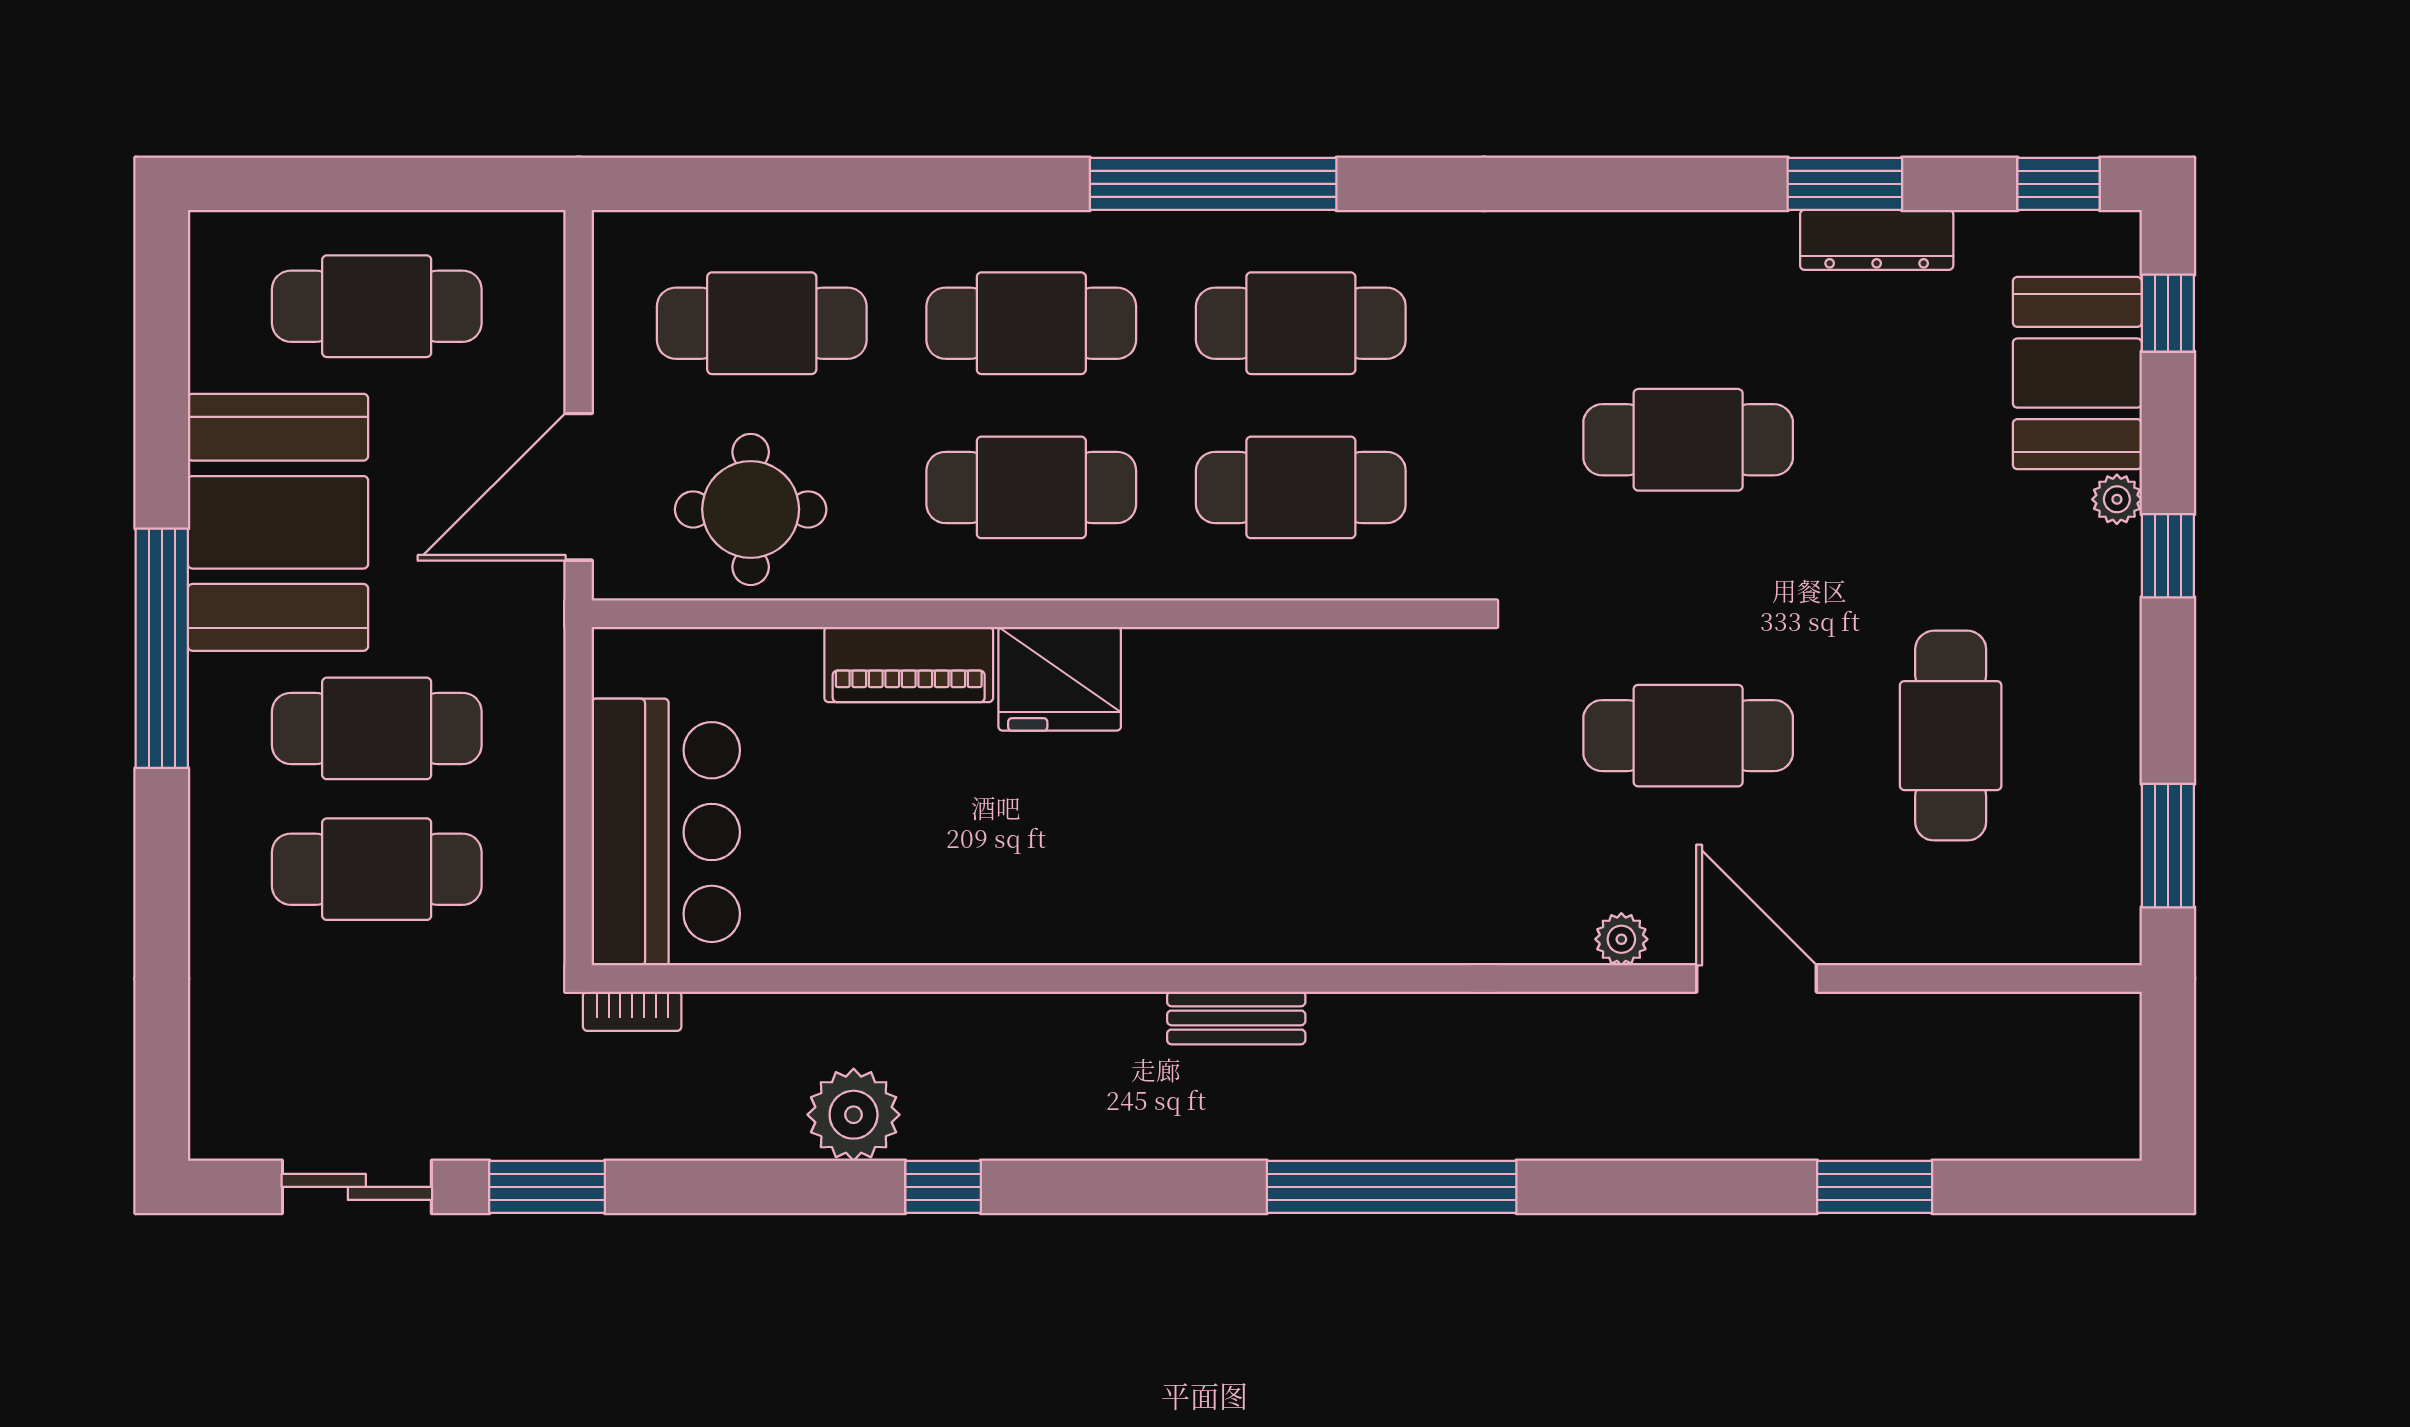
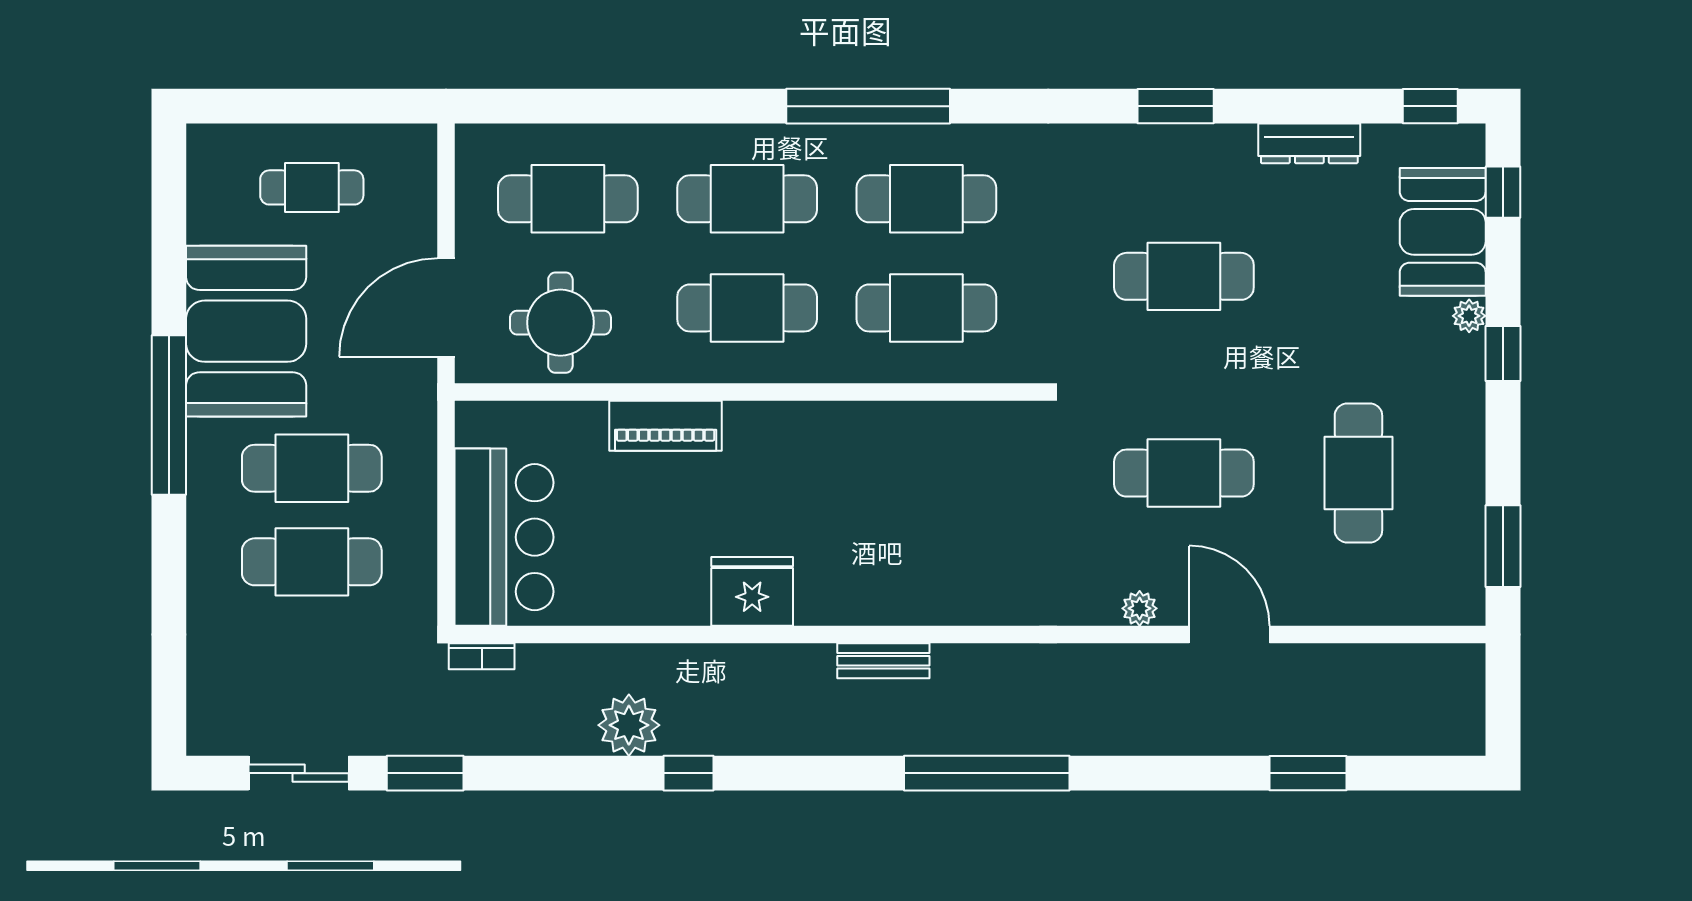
window: (1845, 184) -> (1176, 106), moved
cafe table: (377, 306) -> (312, 187), width x0.73, depth x0.74
fridge: (1060, 679) -> (752, 591), moved, turned 180

